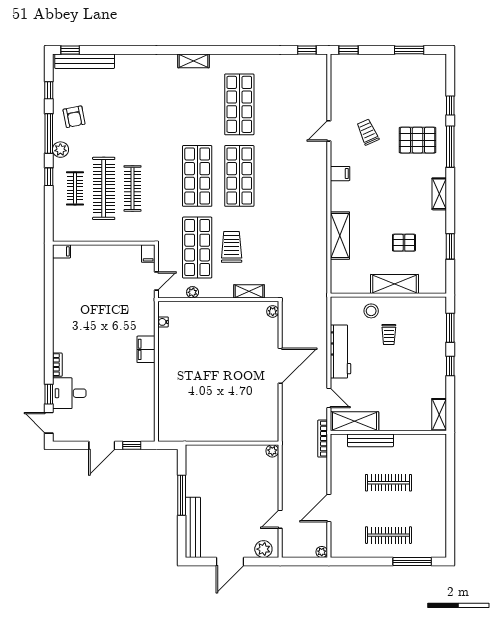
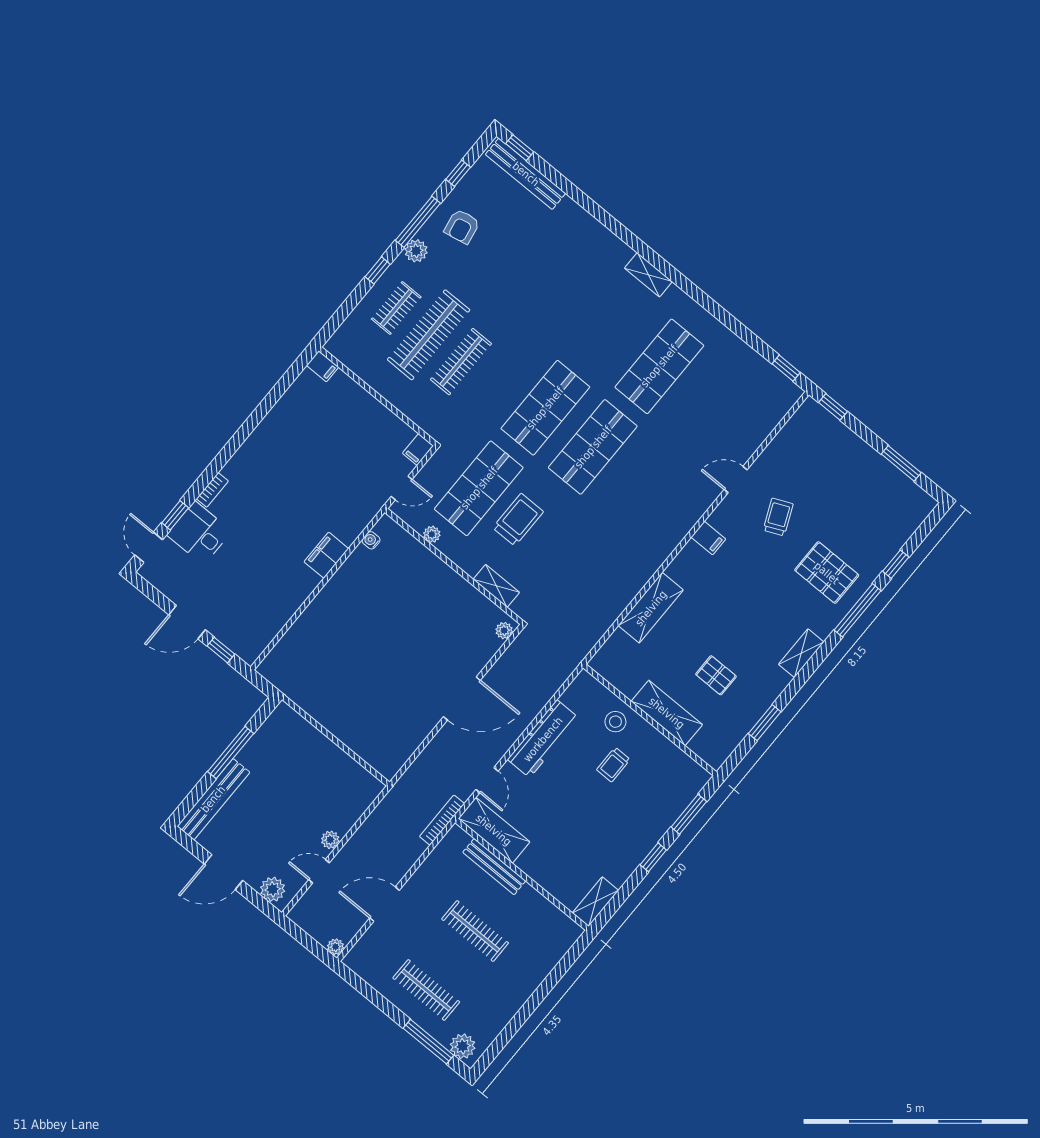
plant: (272, 451) -> (330, 840), moved
plant: (432, 549) -> (463, 1046), added

